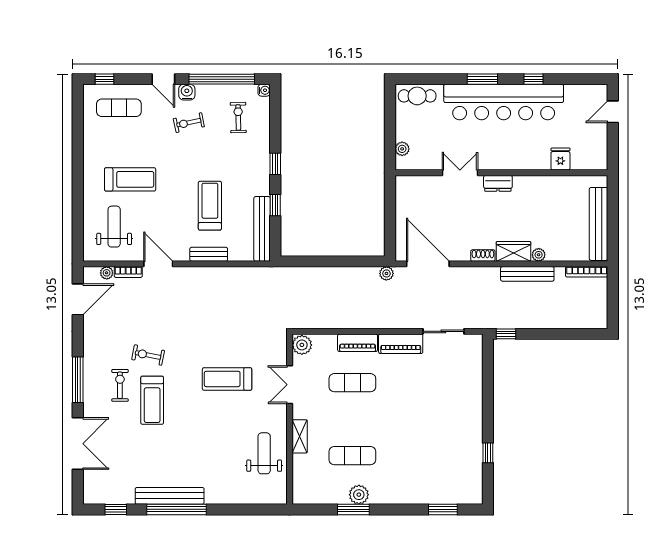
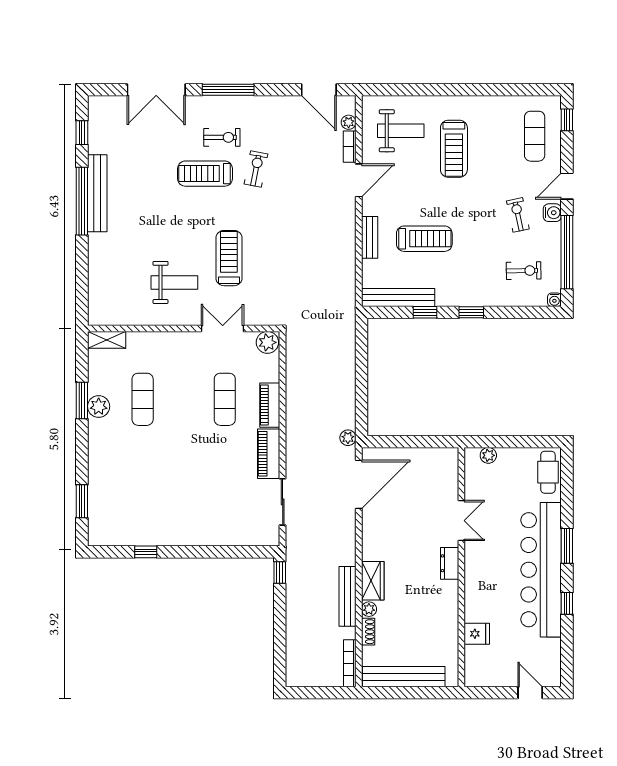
shoe rack: (483, 256) -> (368, 632), moved
shelving: (300, 436) -> (107, 340), moved
weight bench: (264, 453) -> (174, 282), moved

